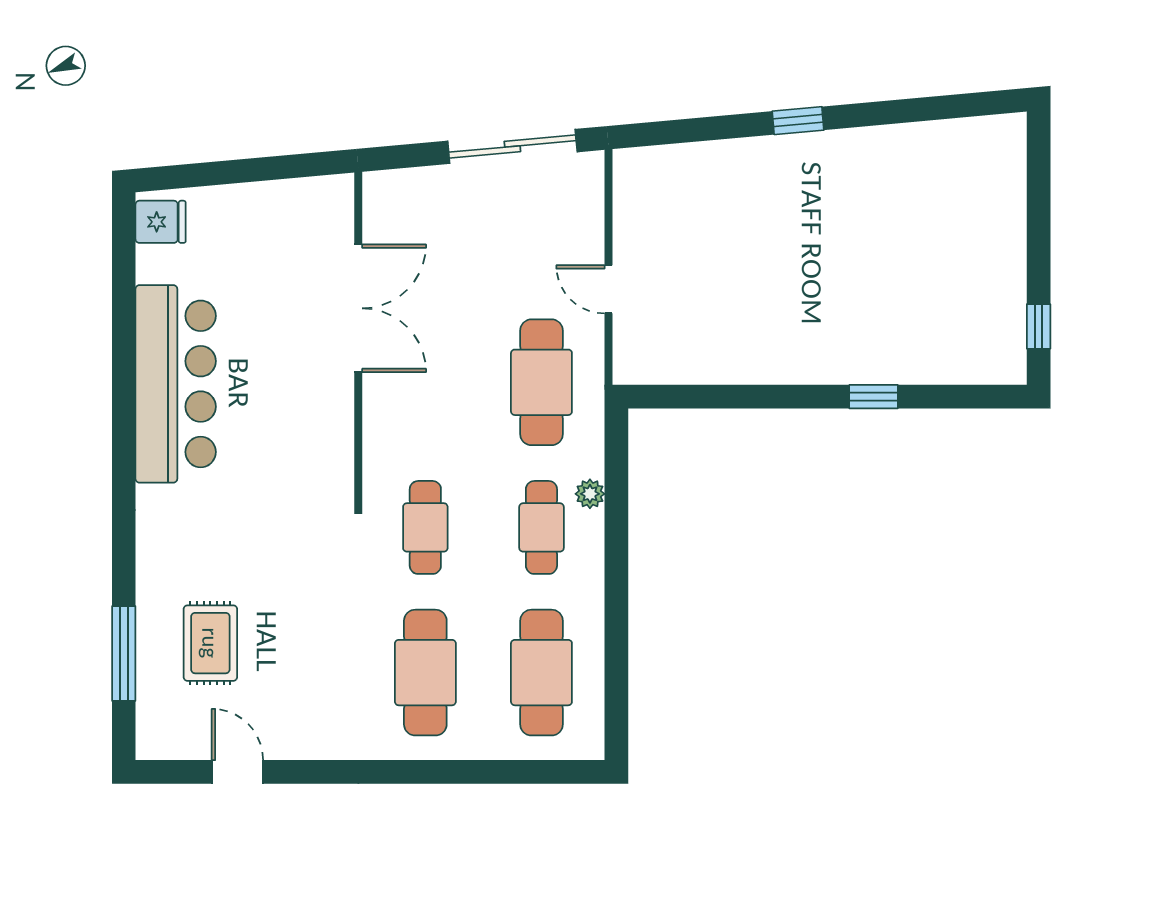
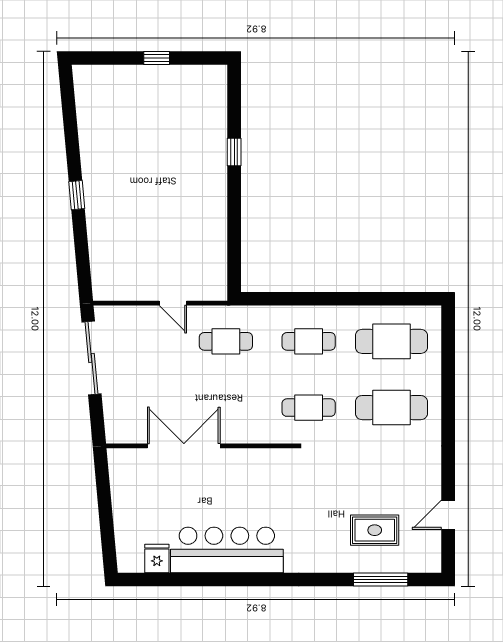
fridge: (161, 222) -> (157, 559), moved
door: (609, 289) -> (173, 303), hinge flipped
window: (1039, 326) -> (157, 58), moved
cafe table: (541, 382) -> (226, 341), width x0.73, depth x0.74
plant: (590, 494) -> (290, 314), removed

